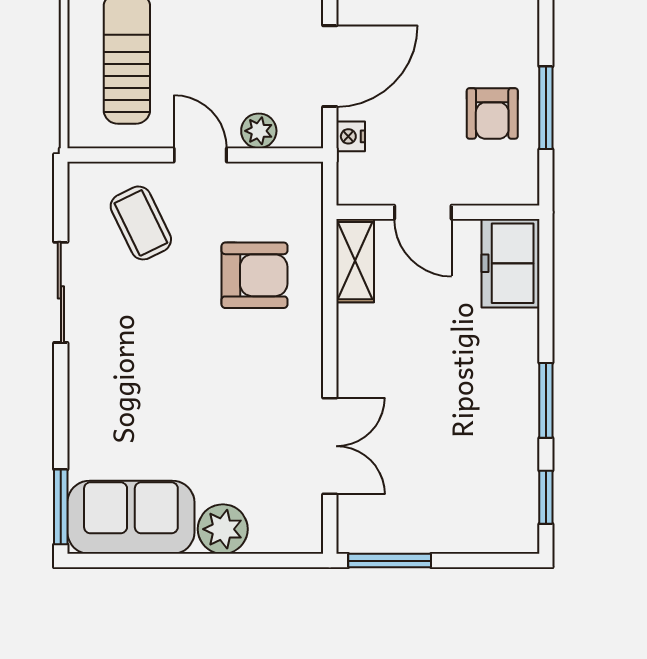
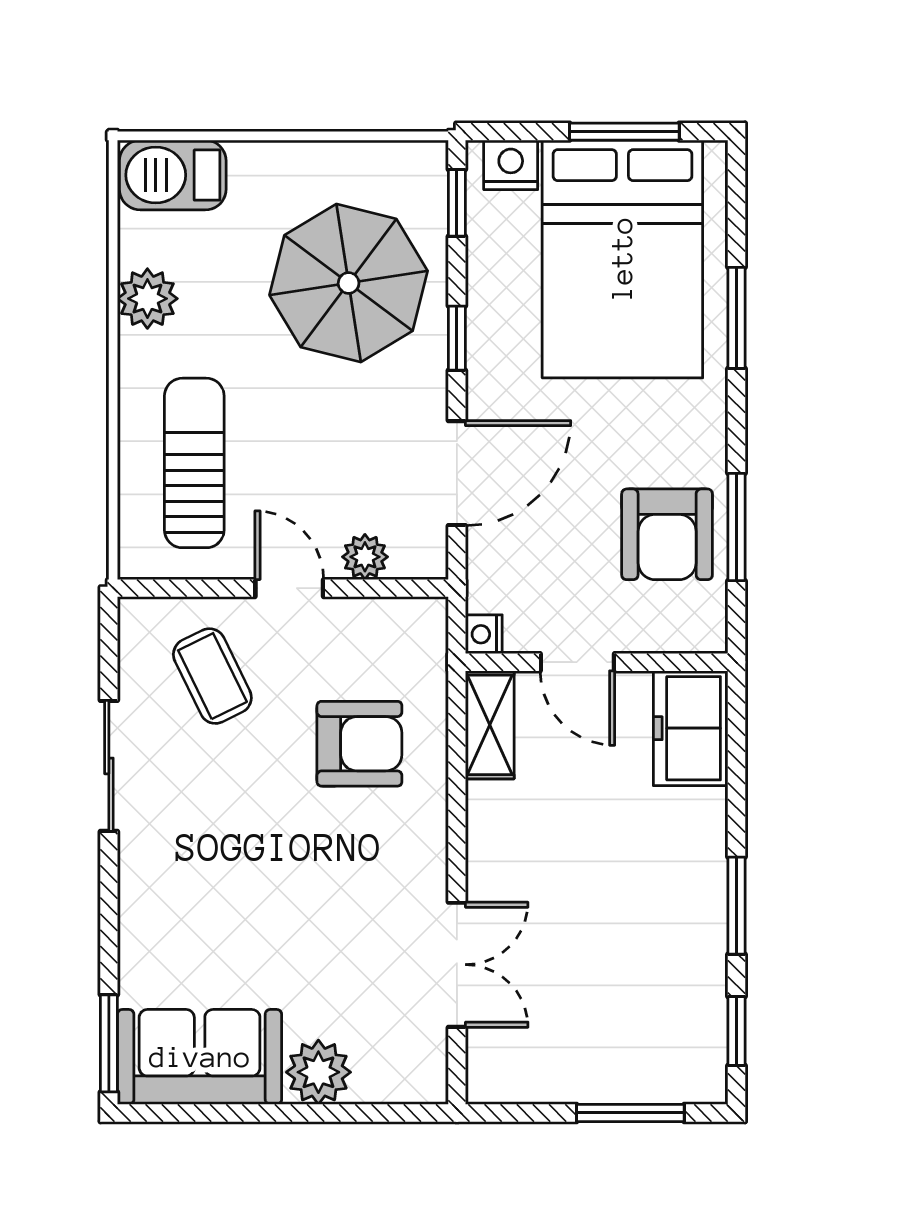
armchair: (492, 113) -> (667, 534), width x1.38, depth x1.38
nightstand: (351, 136) -> (484, 634), moved
window: (390, 561) -> (630, 1113), moved

